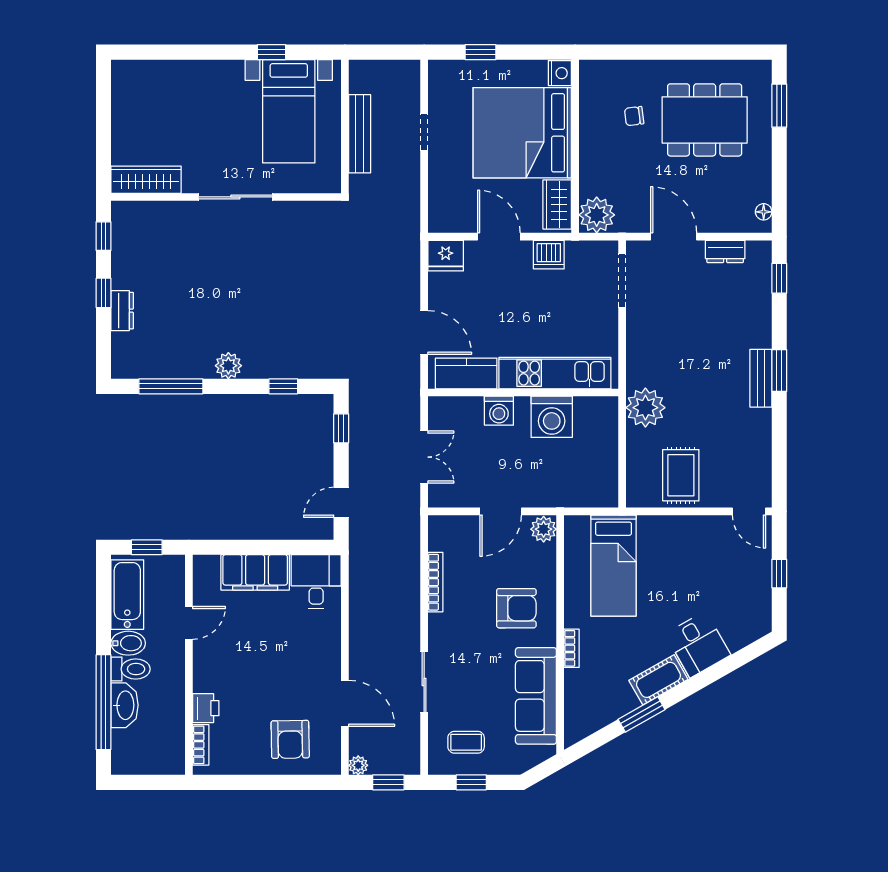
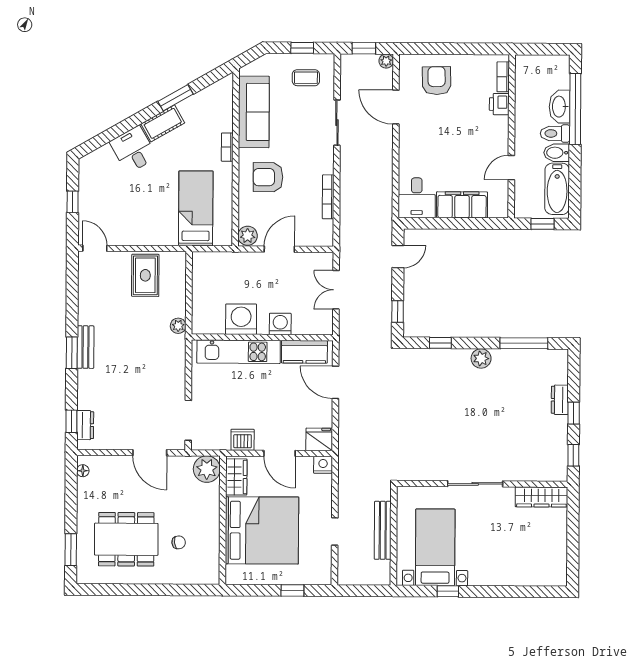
nightstand: (560, 73) -> (323, 465), moved, turned 90
dresser: (725, 251) -> (85, 425), moved, turned 90
plant: (645, 408) -> (178, 326), width x0.53, depth x0.53

